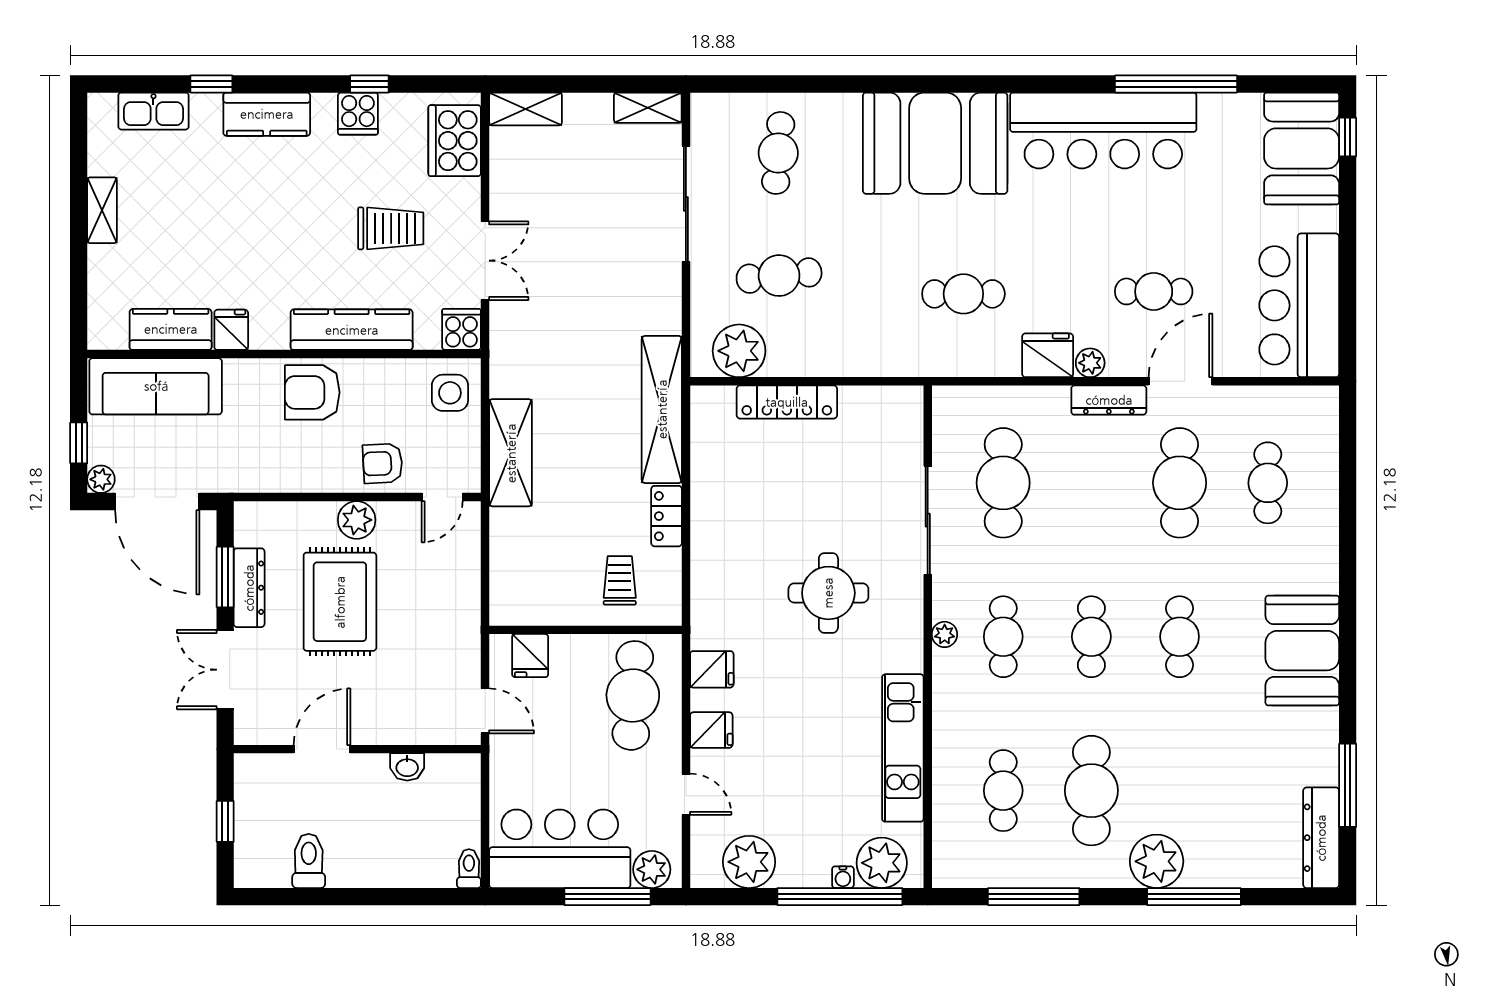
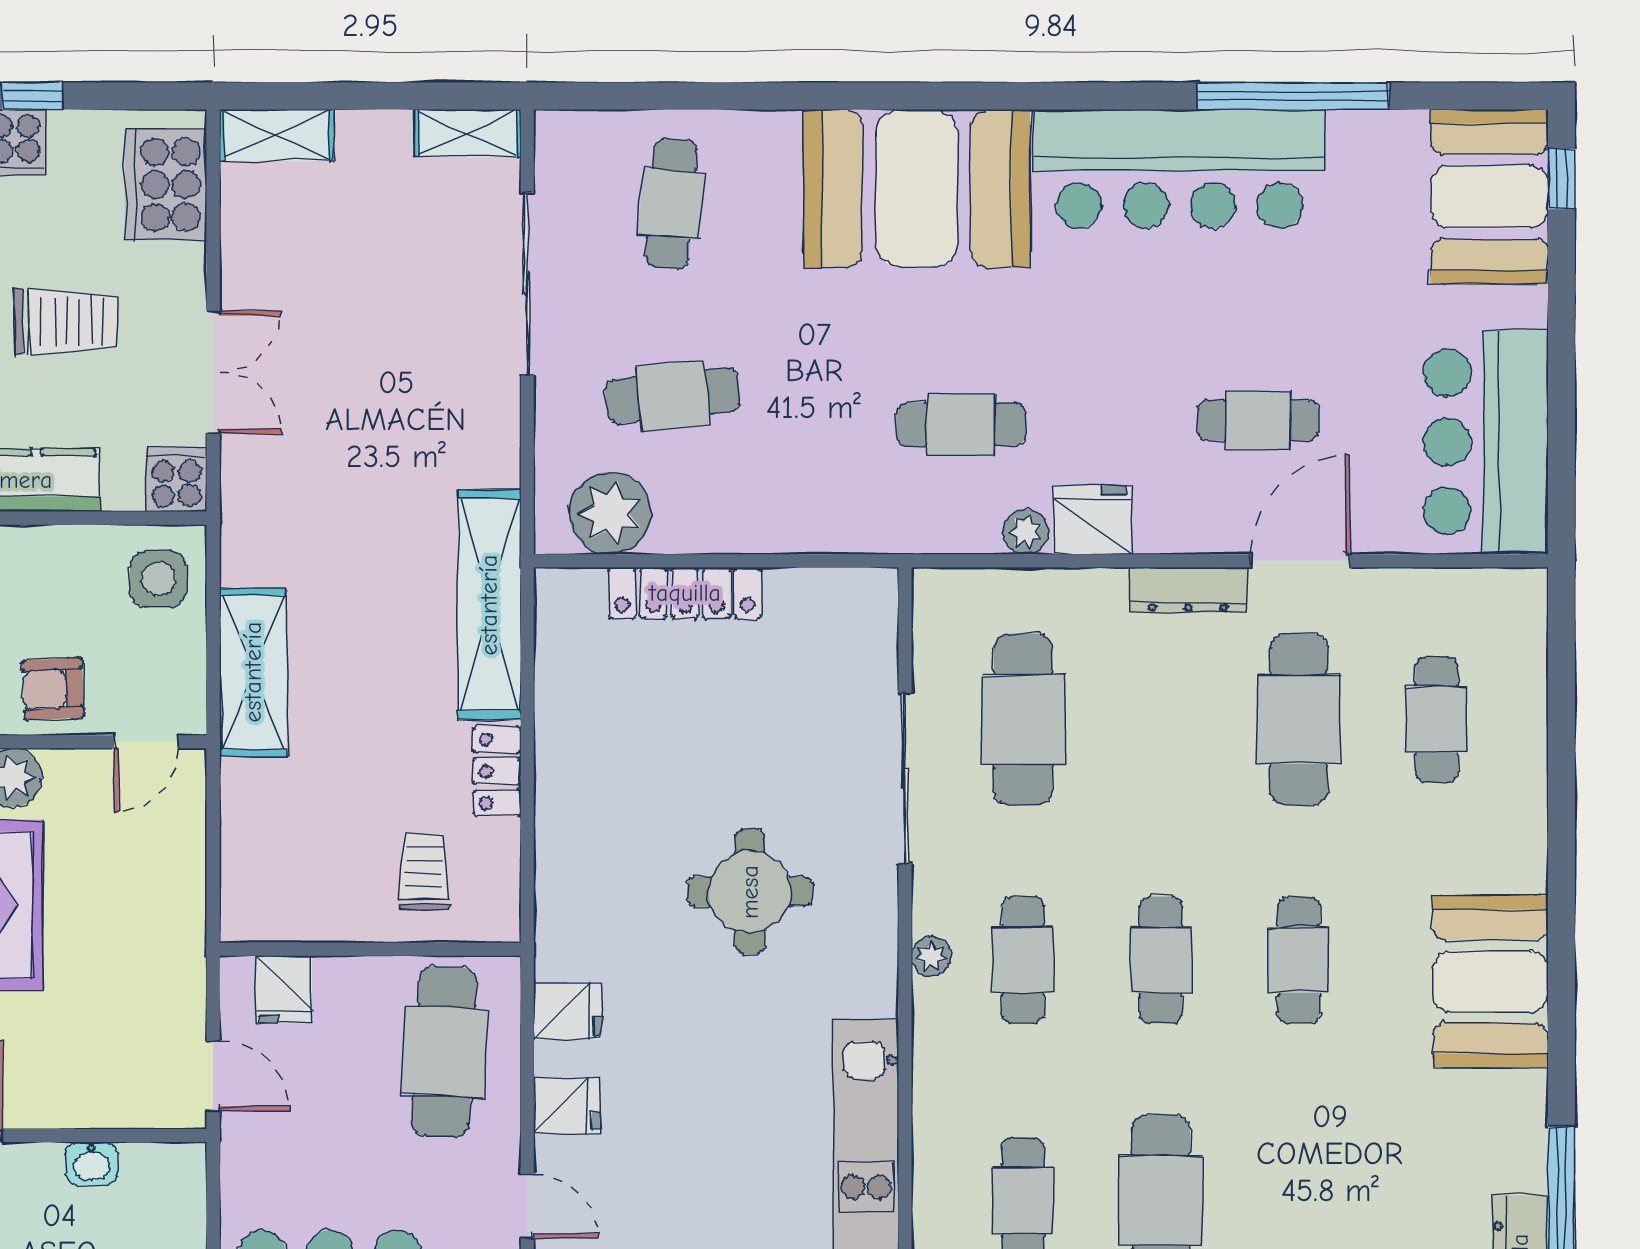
plant: (1090, 363) -> (1026, 532), moved

